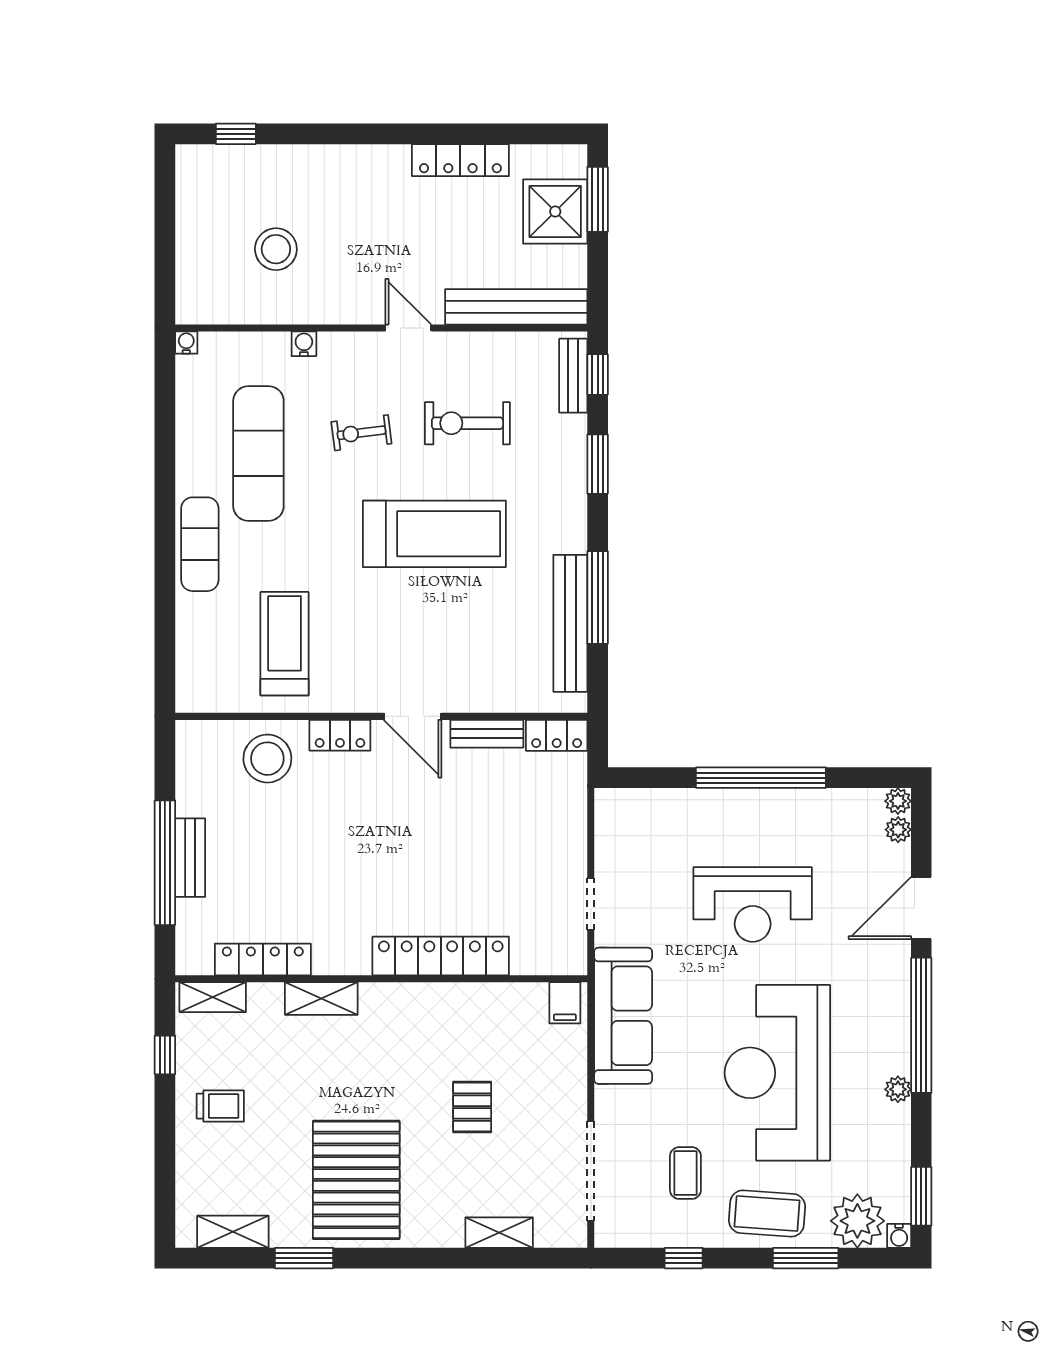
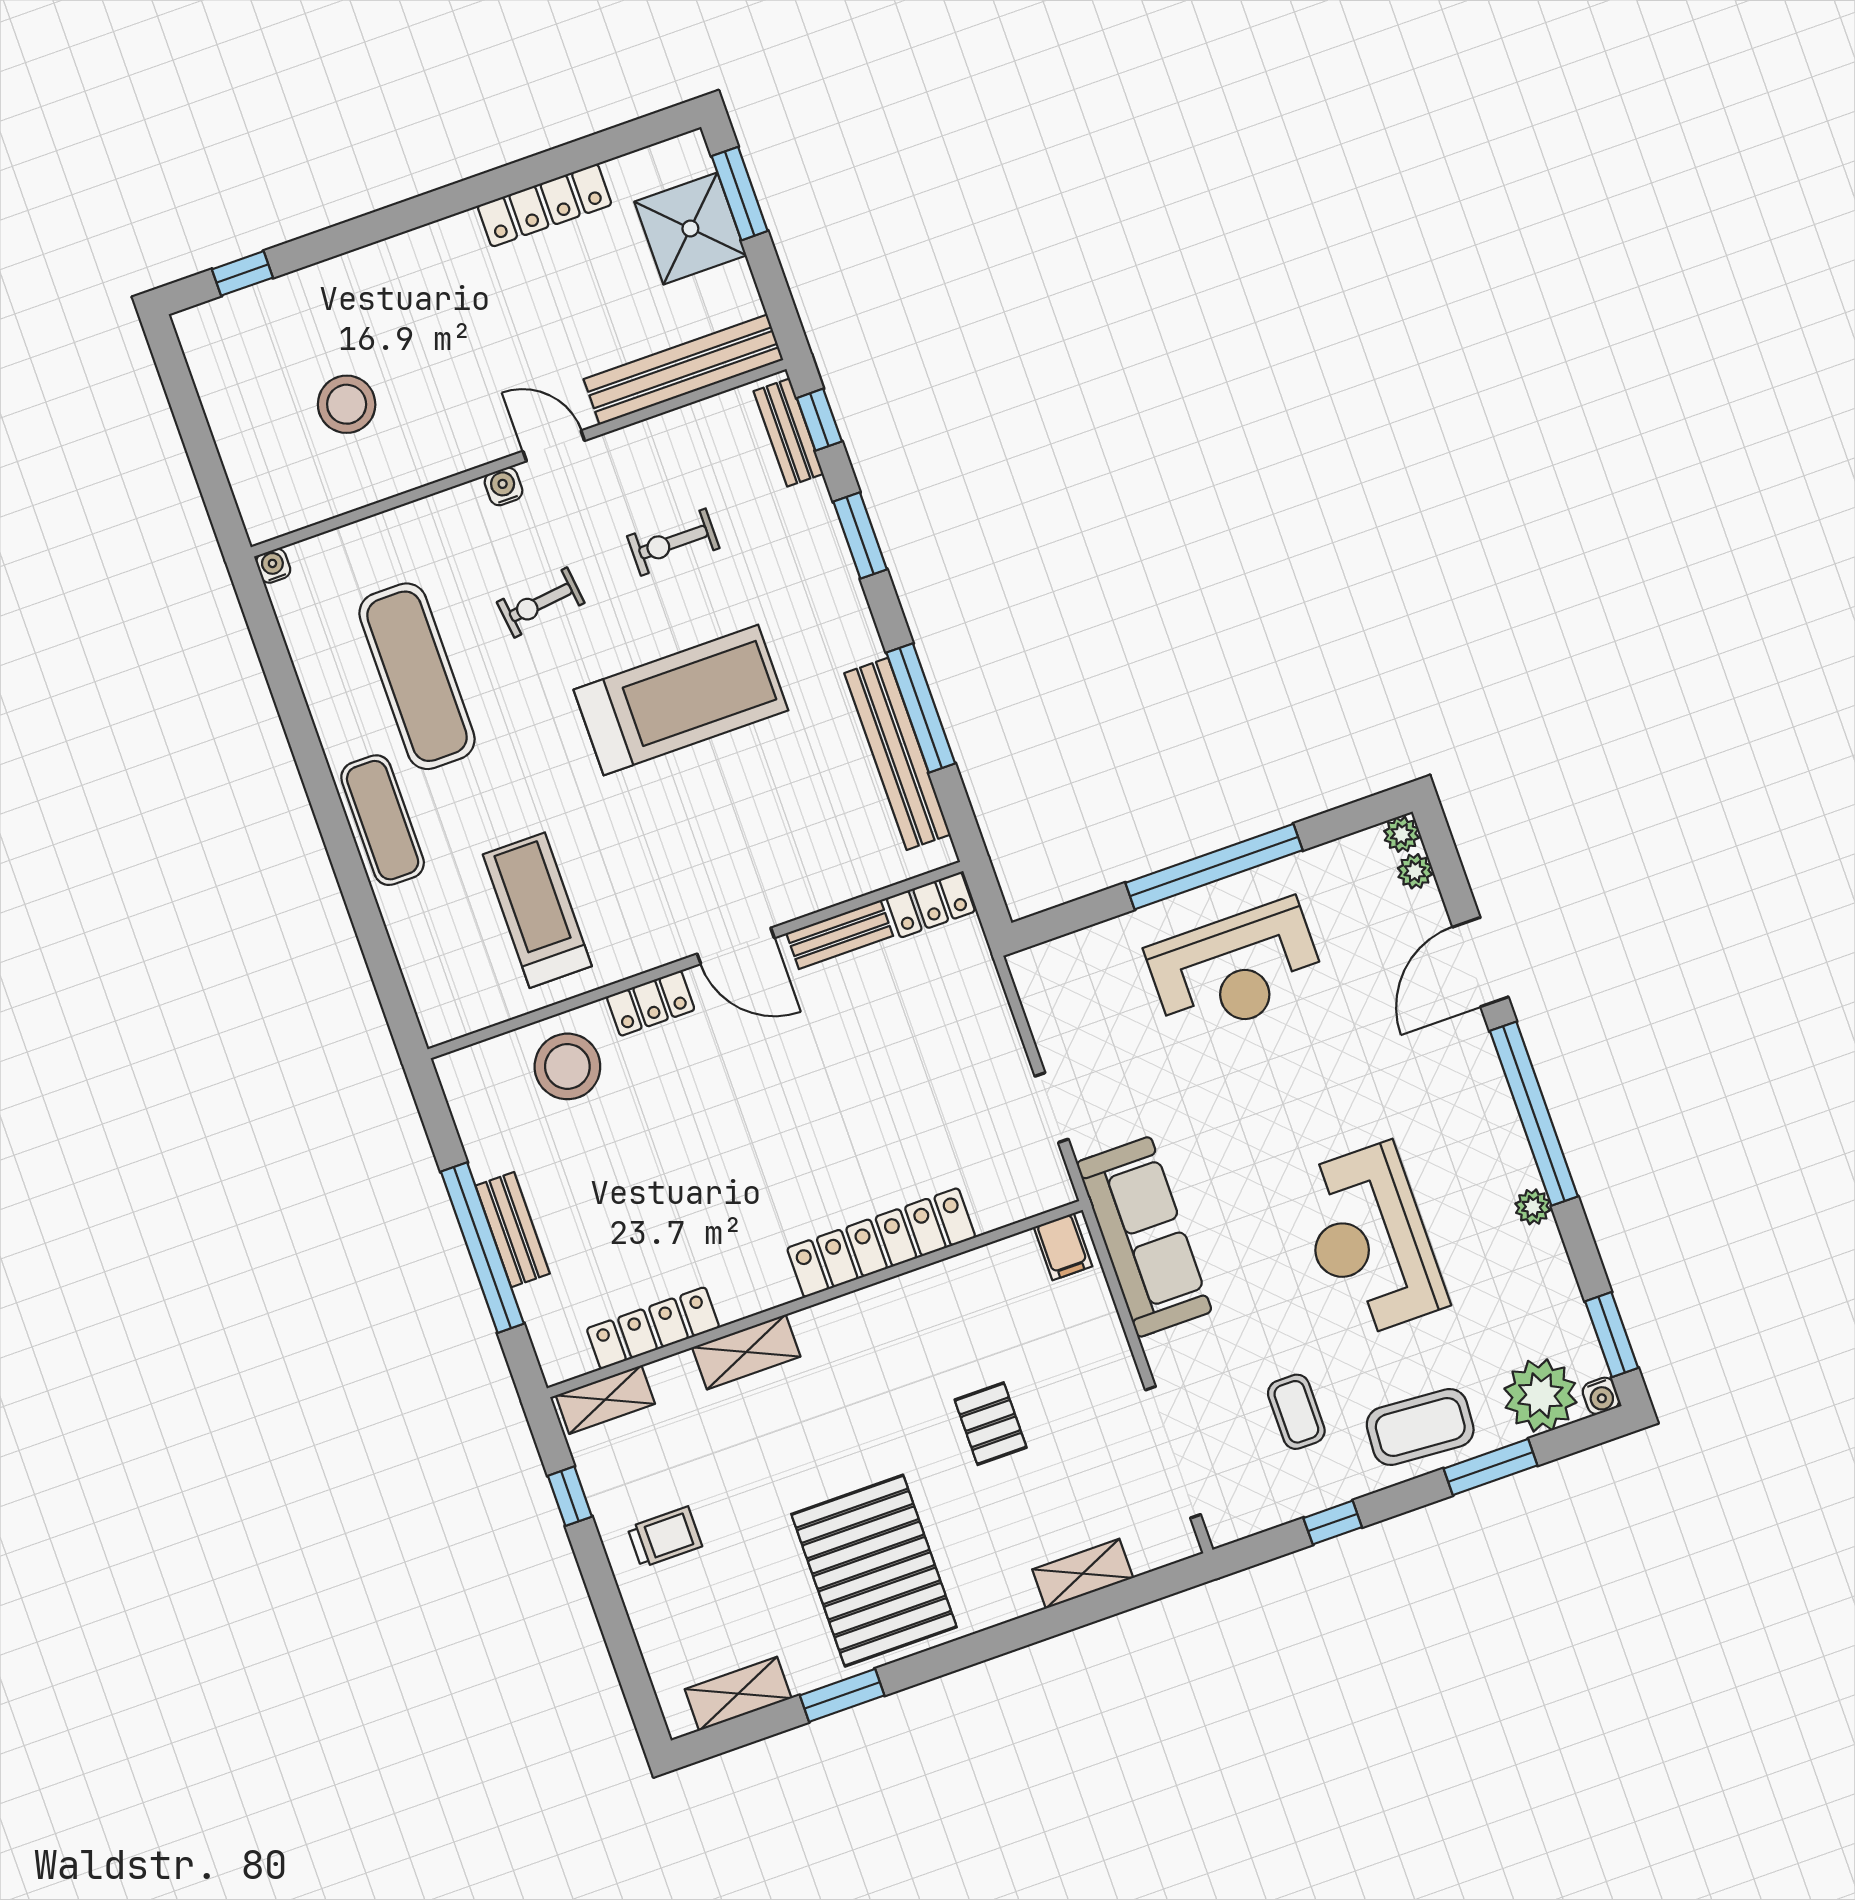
water cooler: (304, 344) -> (503, 486), moved
exercise bike: (467, 423) -> (673, 542), width x0.73, depth x0.72
reception desk: (753, 904) -> (1236, 969), moved
reception desk: (777, 1073) -> (1369, 1240), width x0.74, depth x0.77

